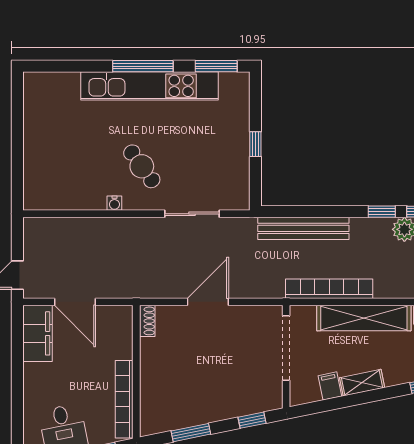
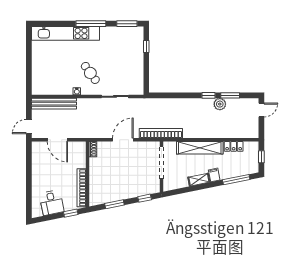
kitchen unit: (150, 86) -> (66, 33), moved
window: (255, 144) -> (146, 46), moved
bench: (303, 228) -> (54, 104), moved
bookcase: (329, 289) -> (161, 133), moved
filing cabinet: (37, 333) -> (39, 155), removed
filing cabinet: (330, 386) -> (214, 175), moved

